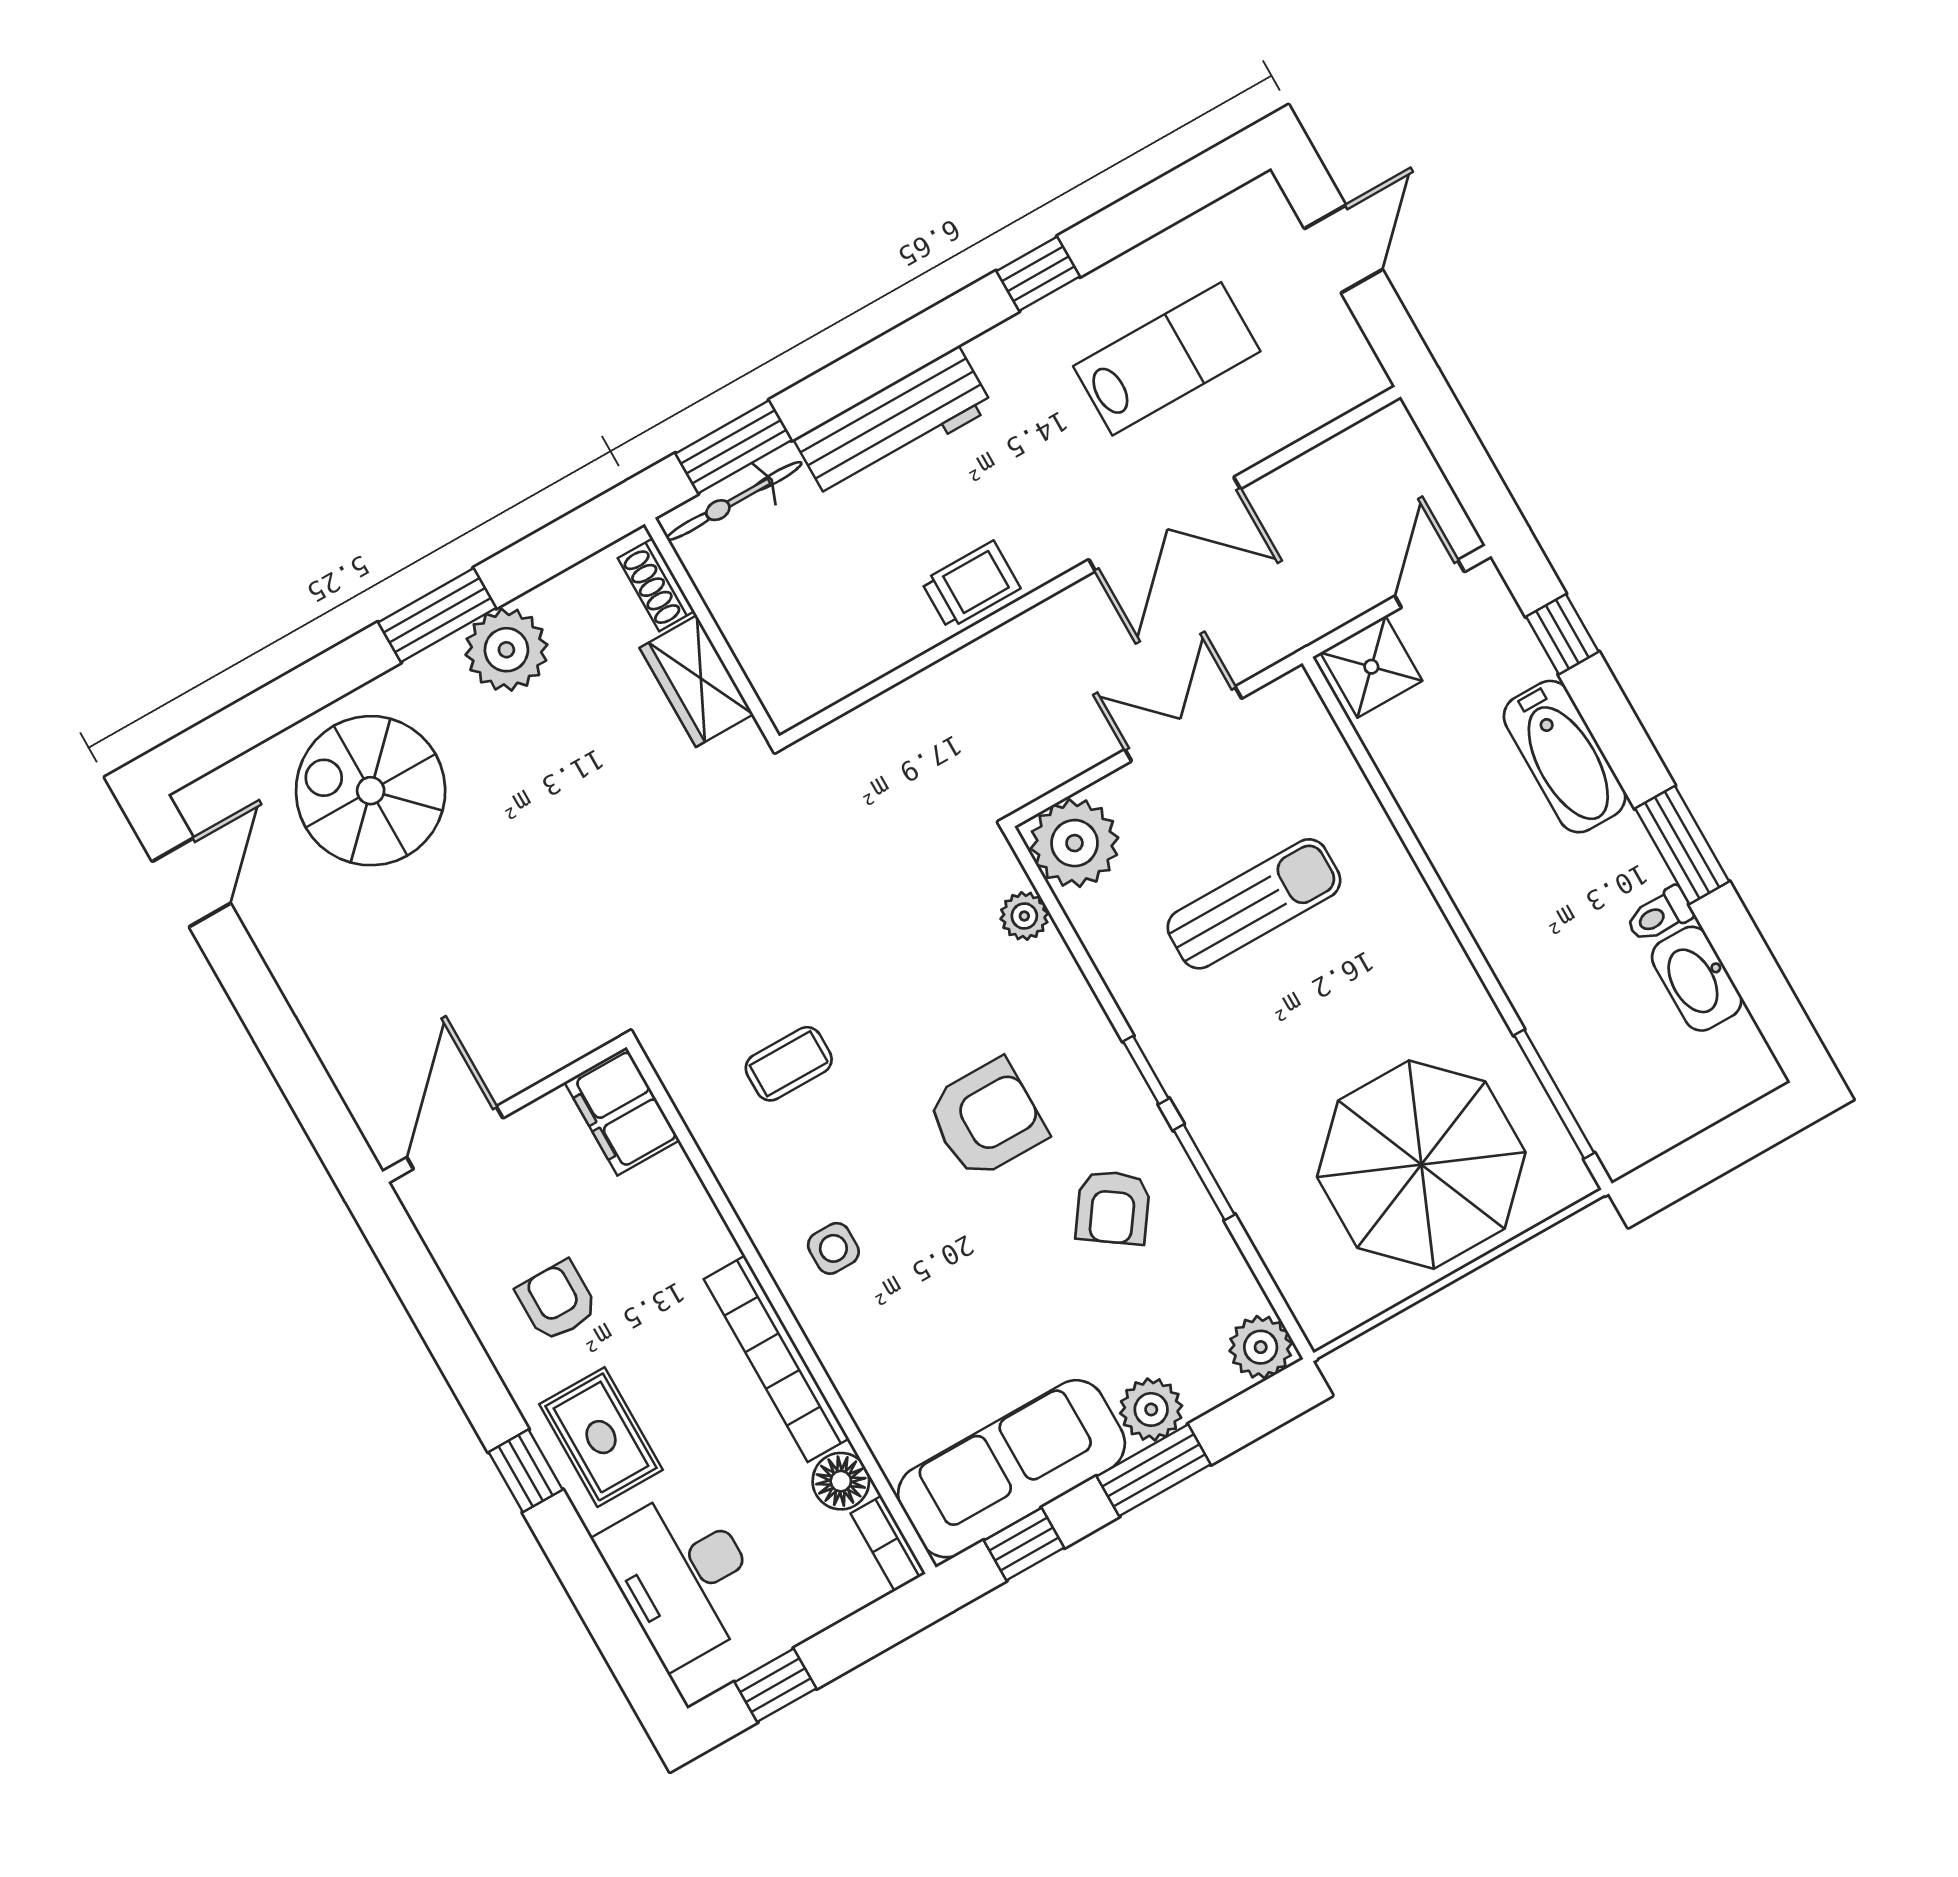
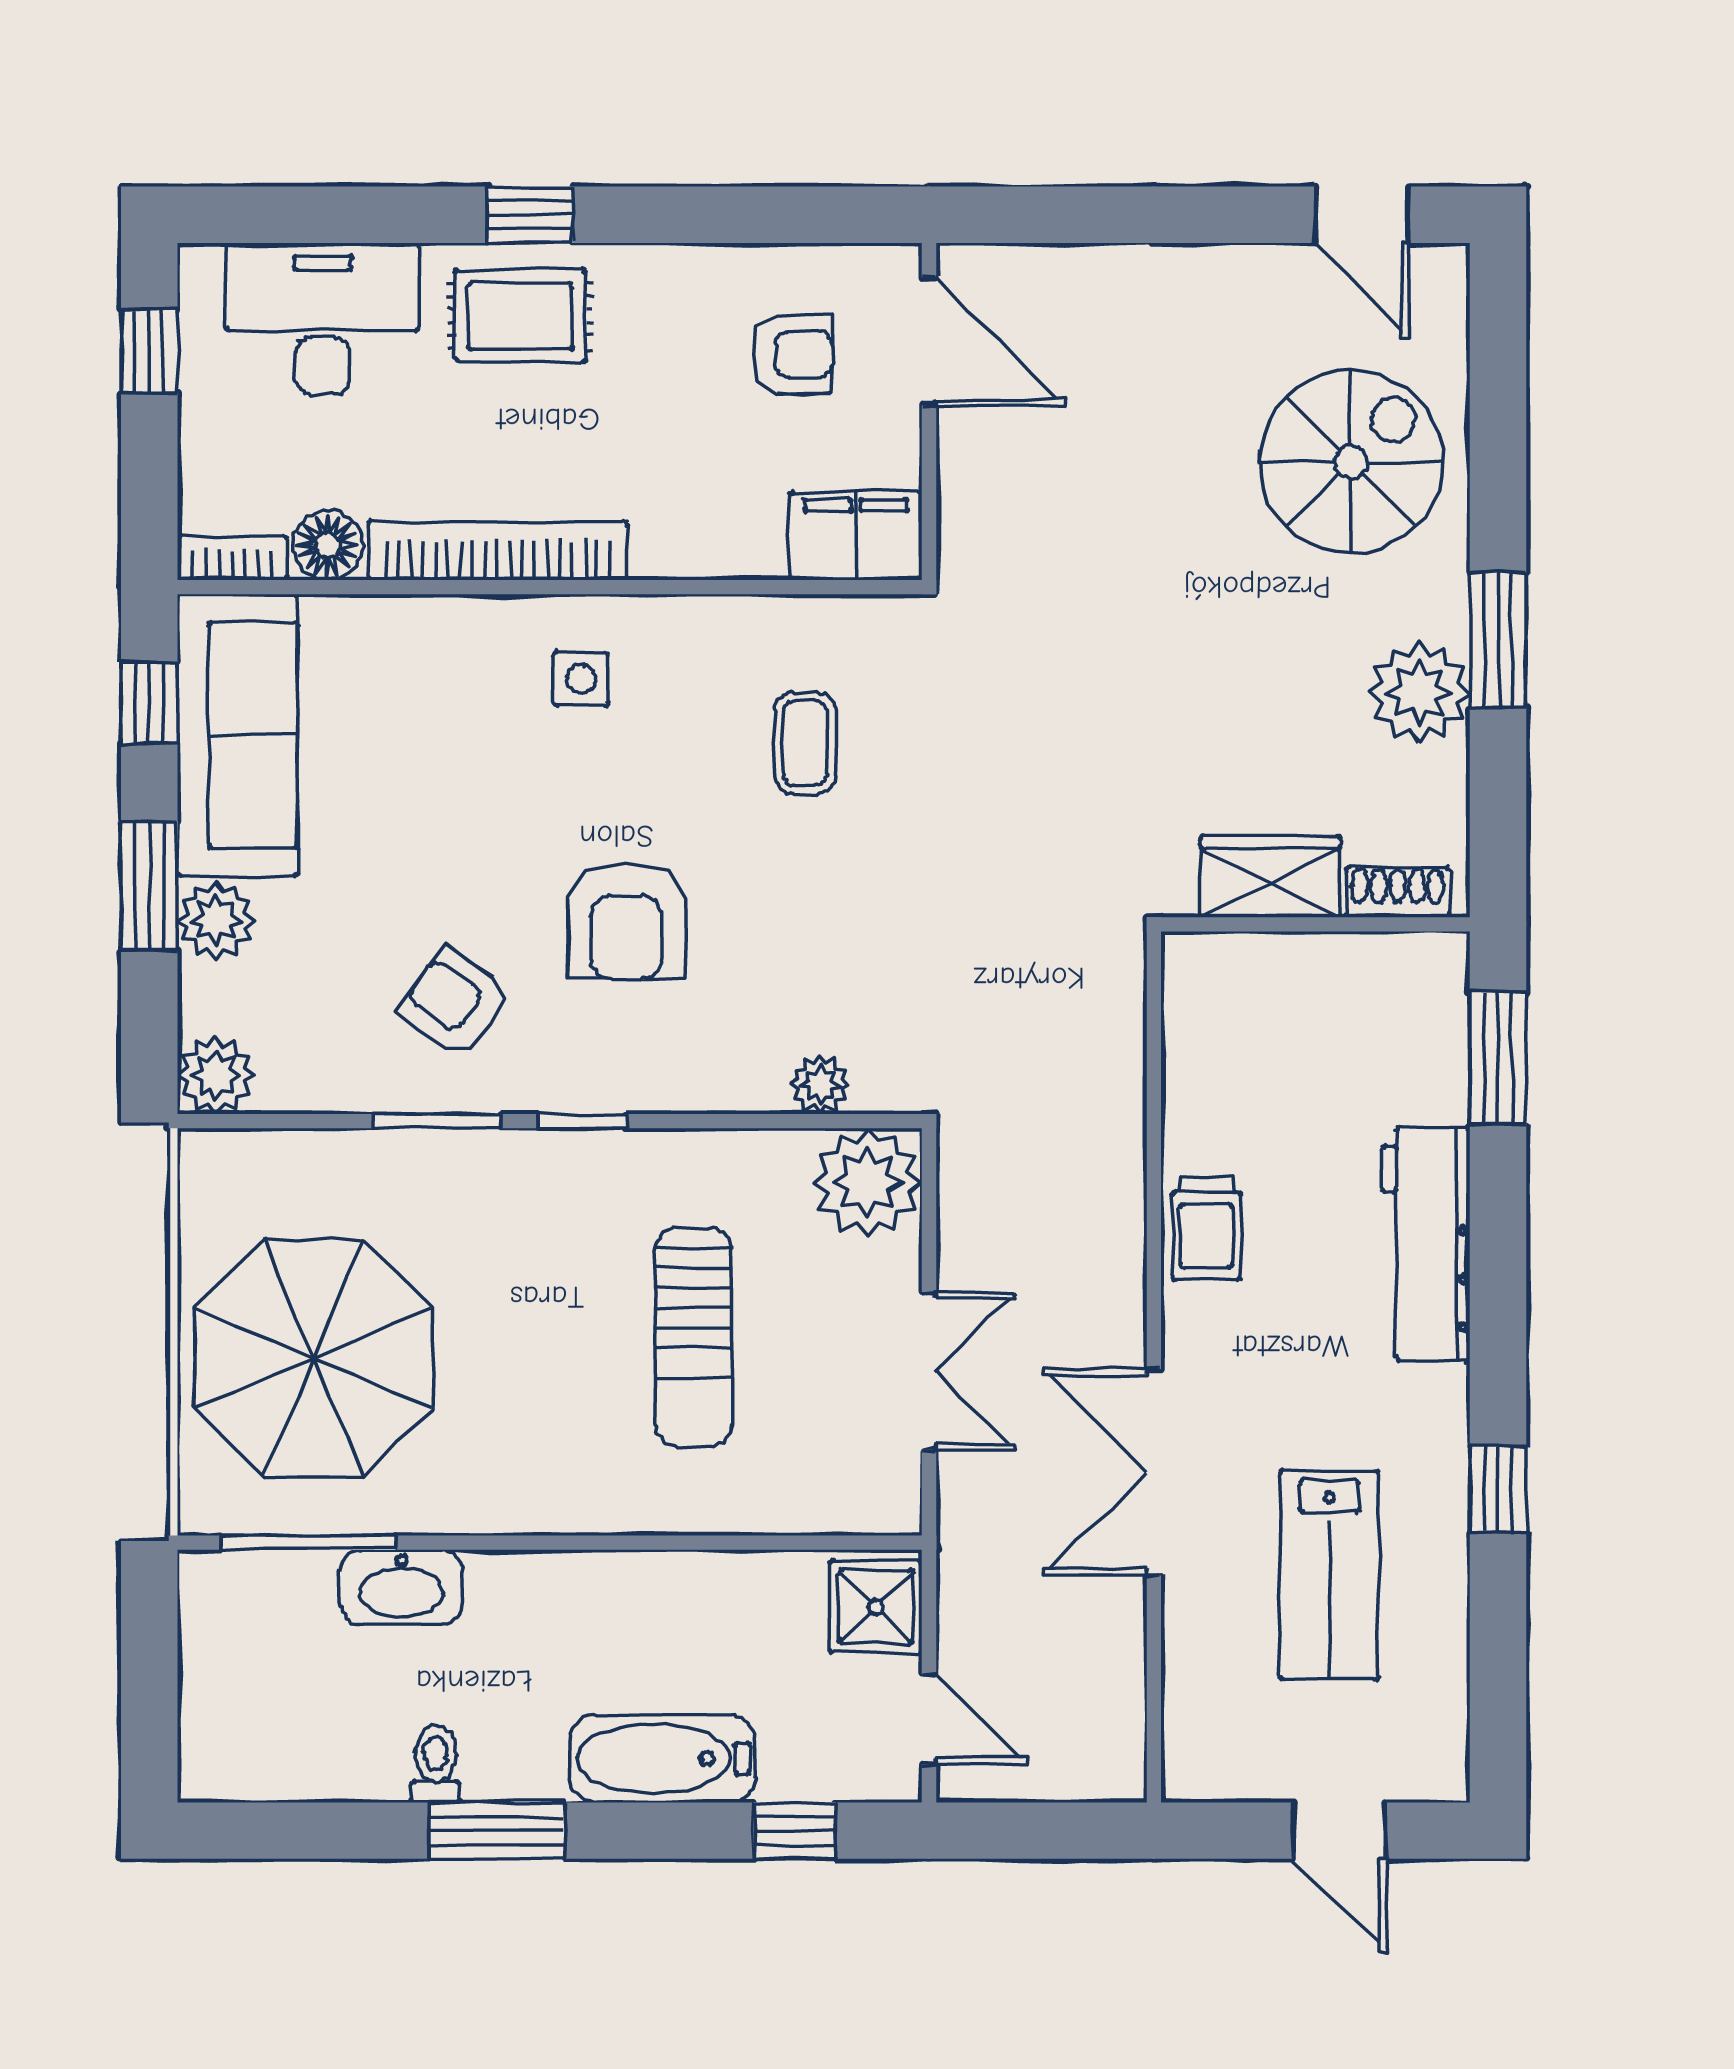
bicycle: (734, 501) -> (1440, 1026), removed
washbasin: (1697, 979) -> (401, 1587), moved, turned 180
armchair: (557, 1301) -> (793, 354), moved

